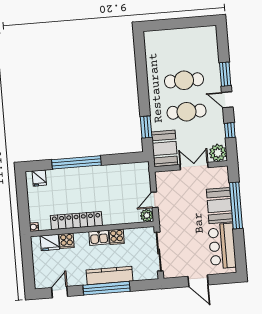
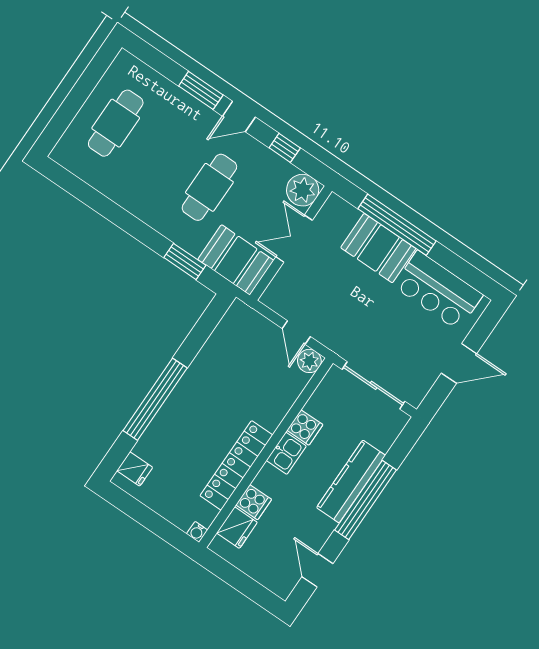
cafe table: (184, 80) -> (116, 123), moved

